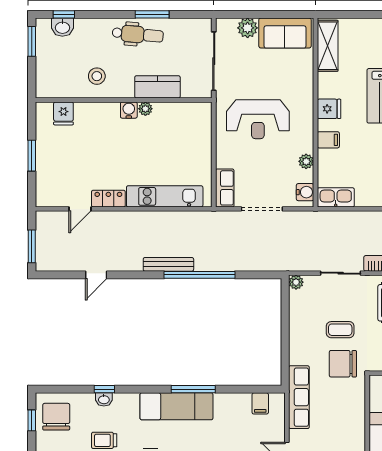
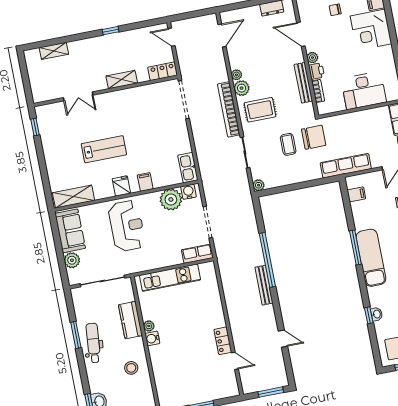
fridge: (63, 113) -> (165, 388), removed
reception desk: (258, 119) -> (127, 226), moved
plant: (306, 161) -> (171, 200), width x1.88, depth x1.88
kitchen unit: (165, 196) -> (170, 278), moved, turned -90
chair: (343, 364) -> (314, 137), turned -90

